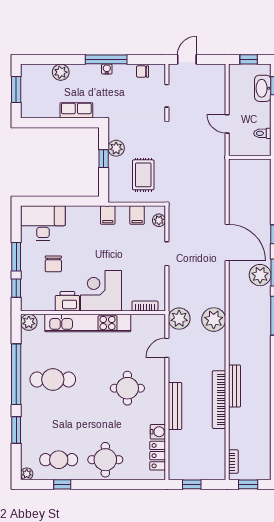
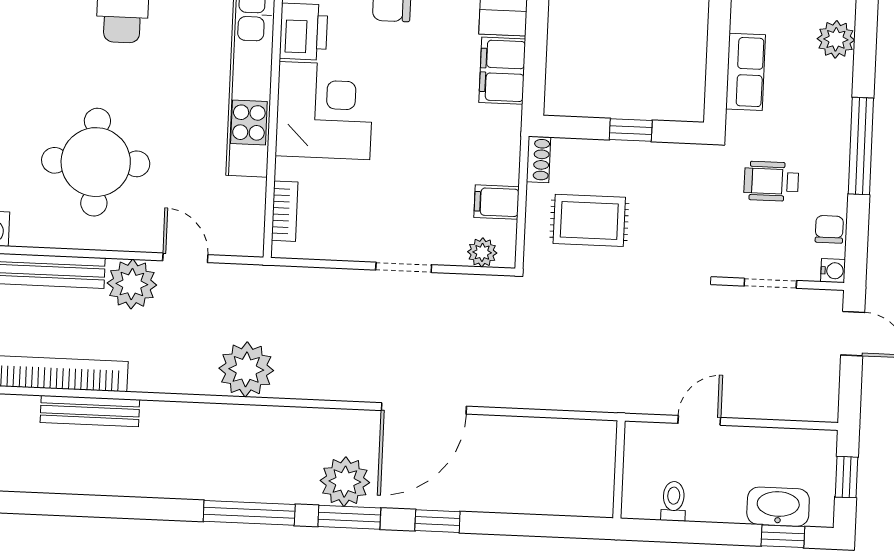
water cooler: (107, 69) -> (833, 271), moved
wheelchair: (123, 97) -> (771, 181), added
plant: (116, 148) -> (654, 160), removed
shoe rack: (118, 198) -> (538, 159), added
filing cabinet: (108, 215) -> (502, 71), moved, width x2.00
plant: (179, 319) -> (132, 284), moved
round table: (127, 388) -> (96, 162), width x1.36, depth x1.36

